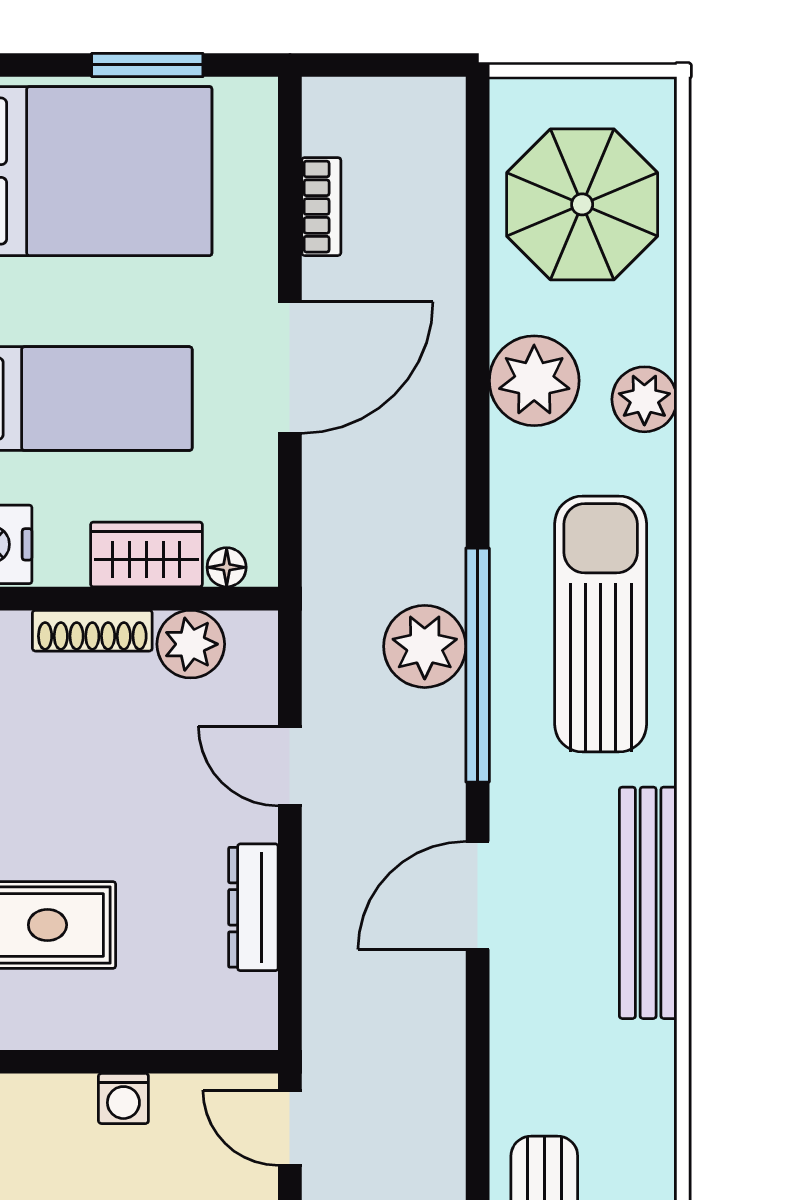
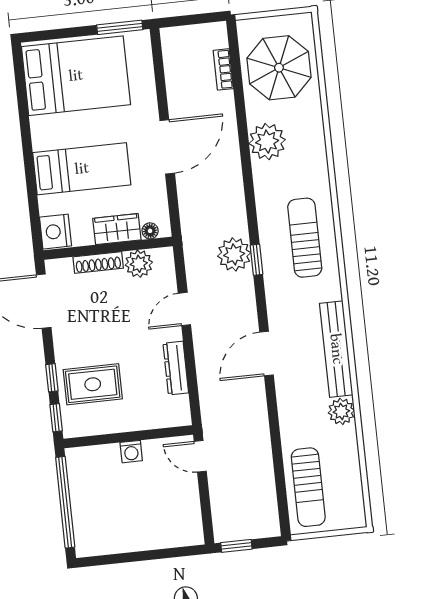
window: (147, 65) -> (120, 27), moved
bookcase: (321, 207) -> (223, 69), moved, turned 180
plant: (644, 399) -> (341, 411), moved
sun lounger: (601, 624) -> (305, 238), width x0.73, depth x0.75
window: (478, 665) -> (256, 260), width x0.32
door: (290, 766) -> (184, 309), hinge flipped

